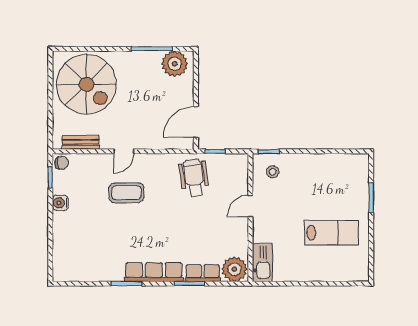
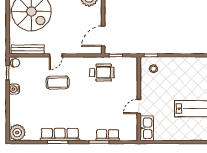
bench: (81, 142) -> (28, 49), width x1.36
wheelchair: (194, 178) -> (102, 73), turned 98
door: (250, 206) -> (139, 106), moved
plant: (234, 269) -> (17, 133), moved
row of seats: (154, 272) -> (60, 134), moved

